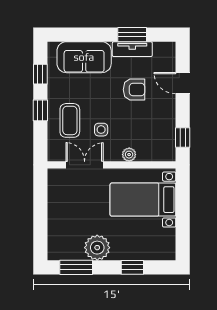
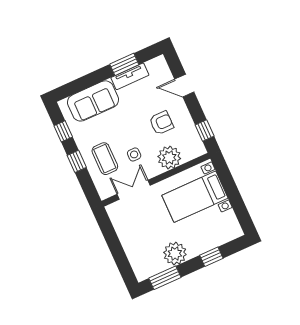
armchair: (134, 90) -> (161, 123), moved
plant: (129, 155) -> (169, 158), width x1.88, depth x1.88

